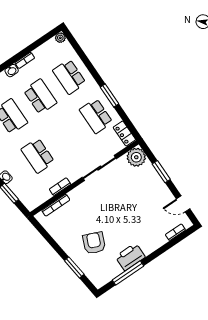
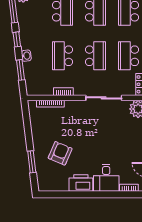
school desk: (67, 136) -> (95, 56), added
desk: (149, 237) -> (106, 178), added
window: (128, 273) -> (71, 194), removed

